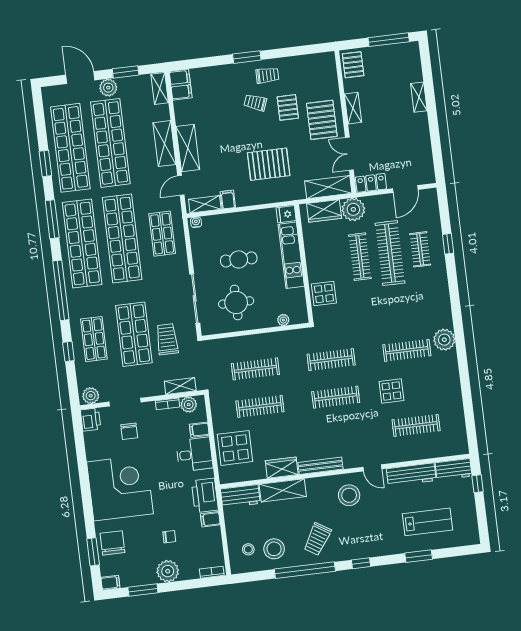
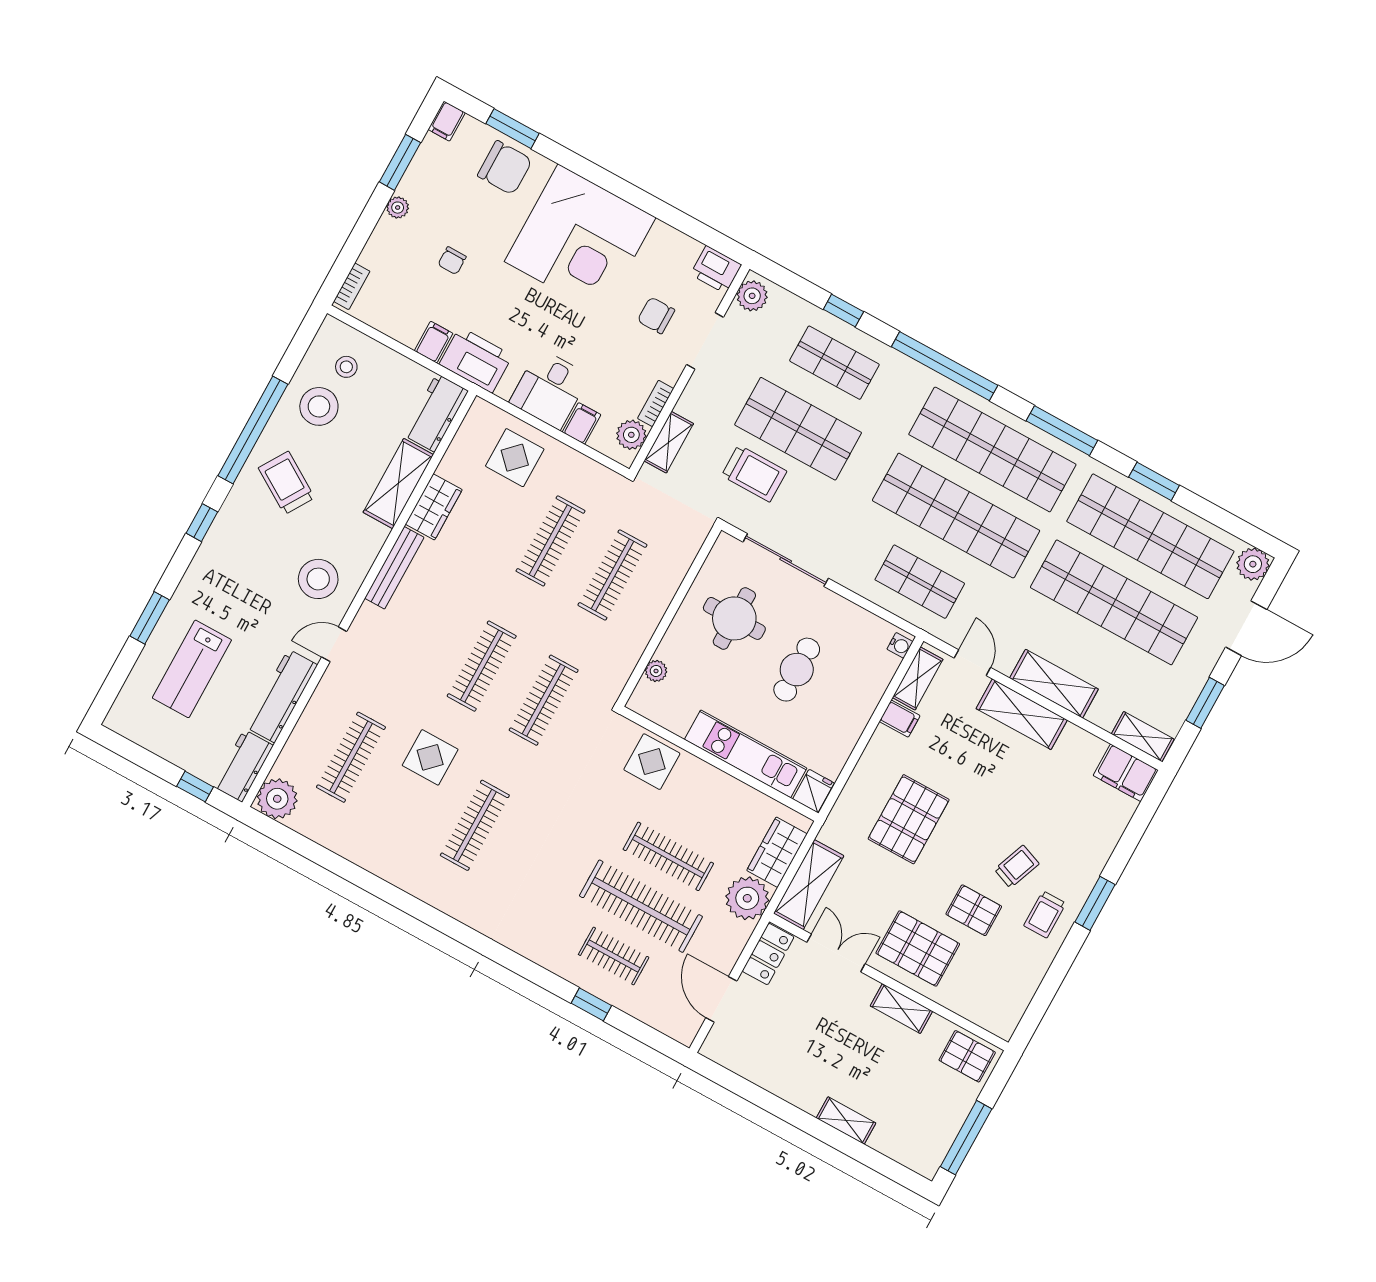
plant: (108, 88) -> (1253, 564), moved
plant: (444, 340) -> (277, 799), moved
display table: (235, 448) -> (515, 458), width x0.73, depth x0.73
plant: (168, 571) -> (398, 208), width x0.53, depth x0.53

